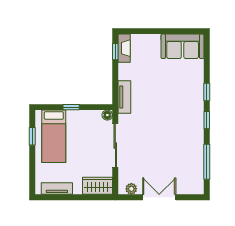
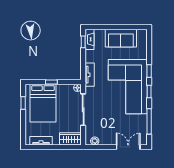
sofa: (183, 46) -> (121, 38), moved
corner sofa: (177, 113) -> (128, 87), added
bed: (54, 136) -> (43, 103), width x1.50
double door: (159, 197) -> (128, 147), moved

